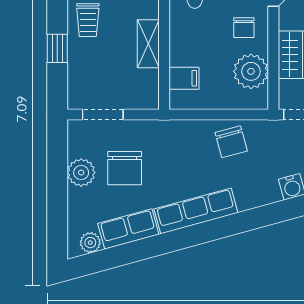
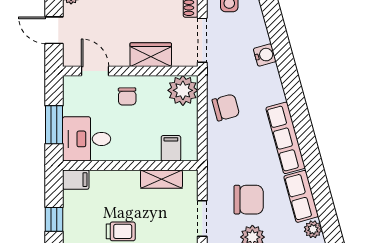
chair: (244, 28) -> (127, 96), turned 89
shelving: (148, 44) -> (161, 179), moved
plant: (251, 71) -> (183, 90), moved

